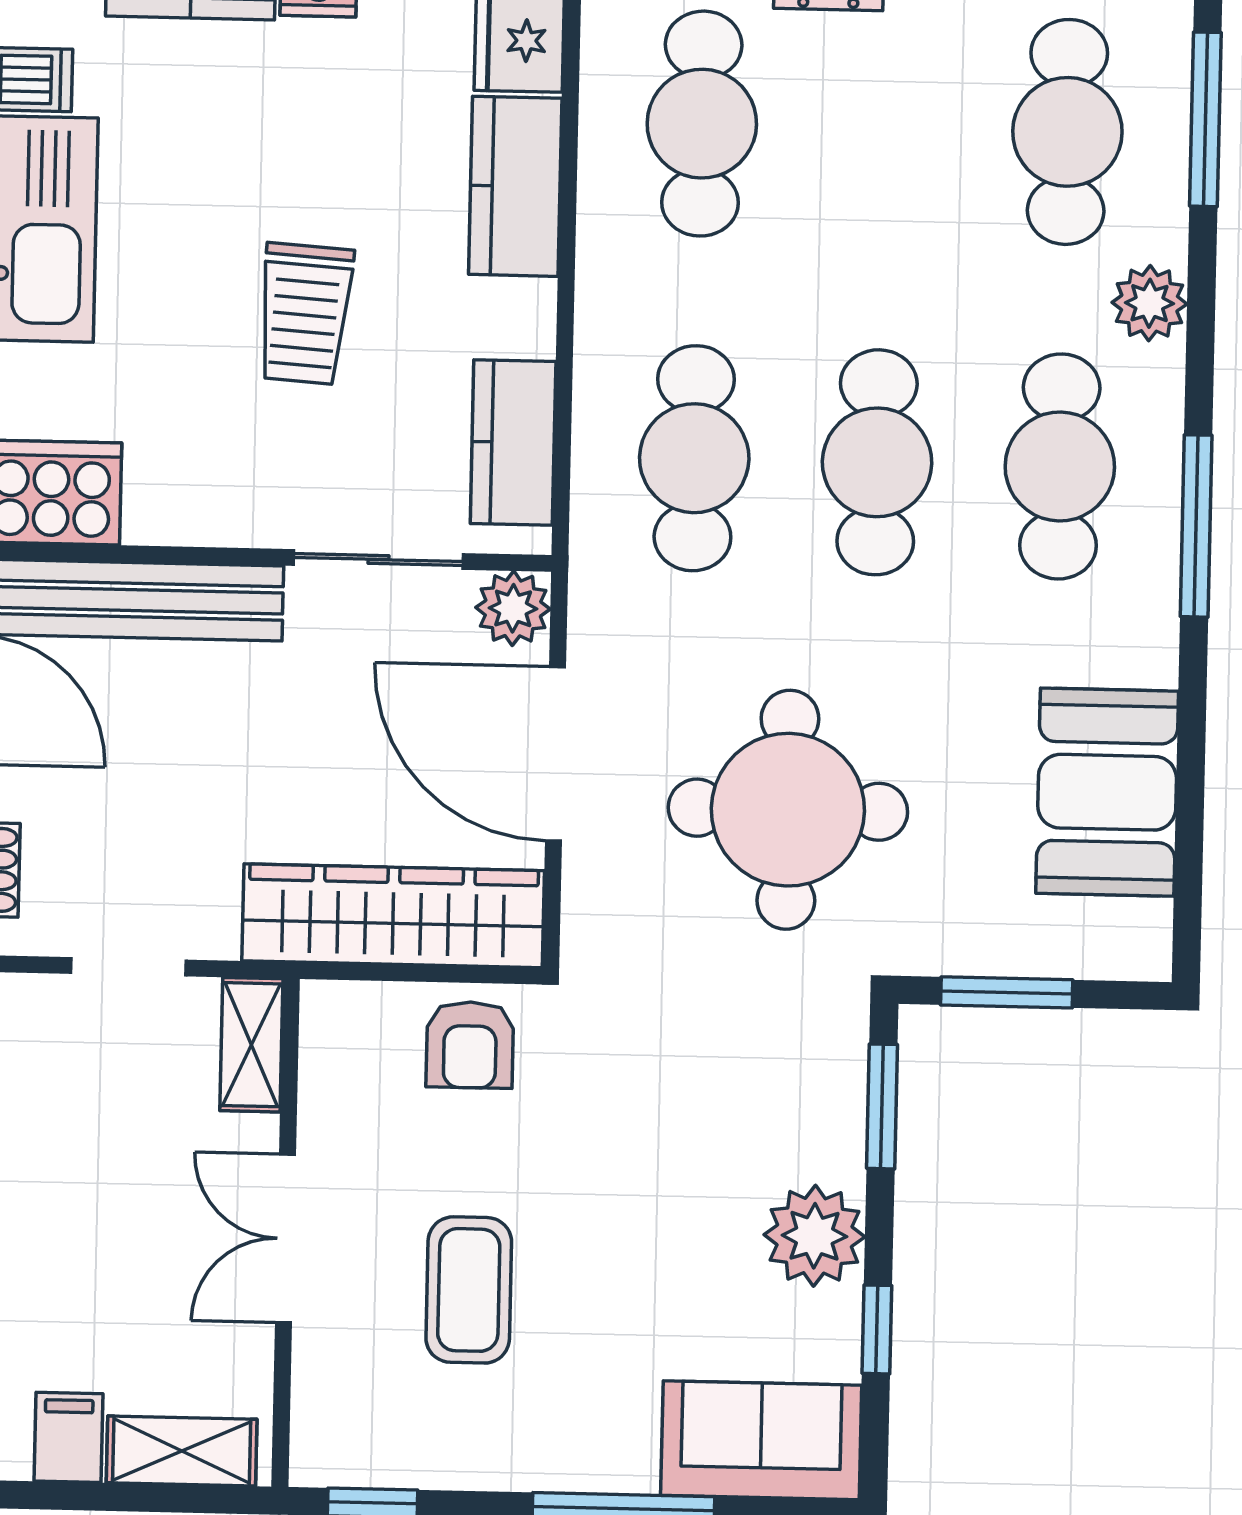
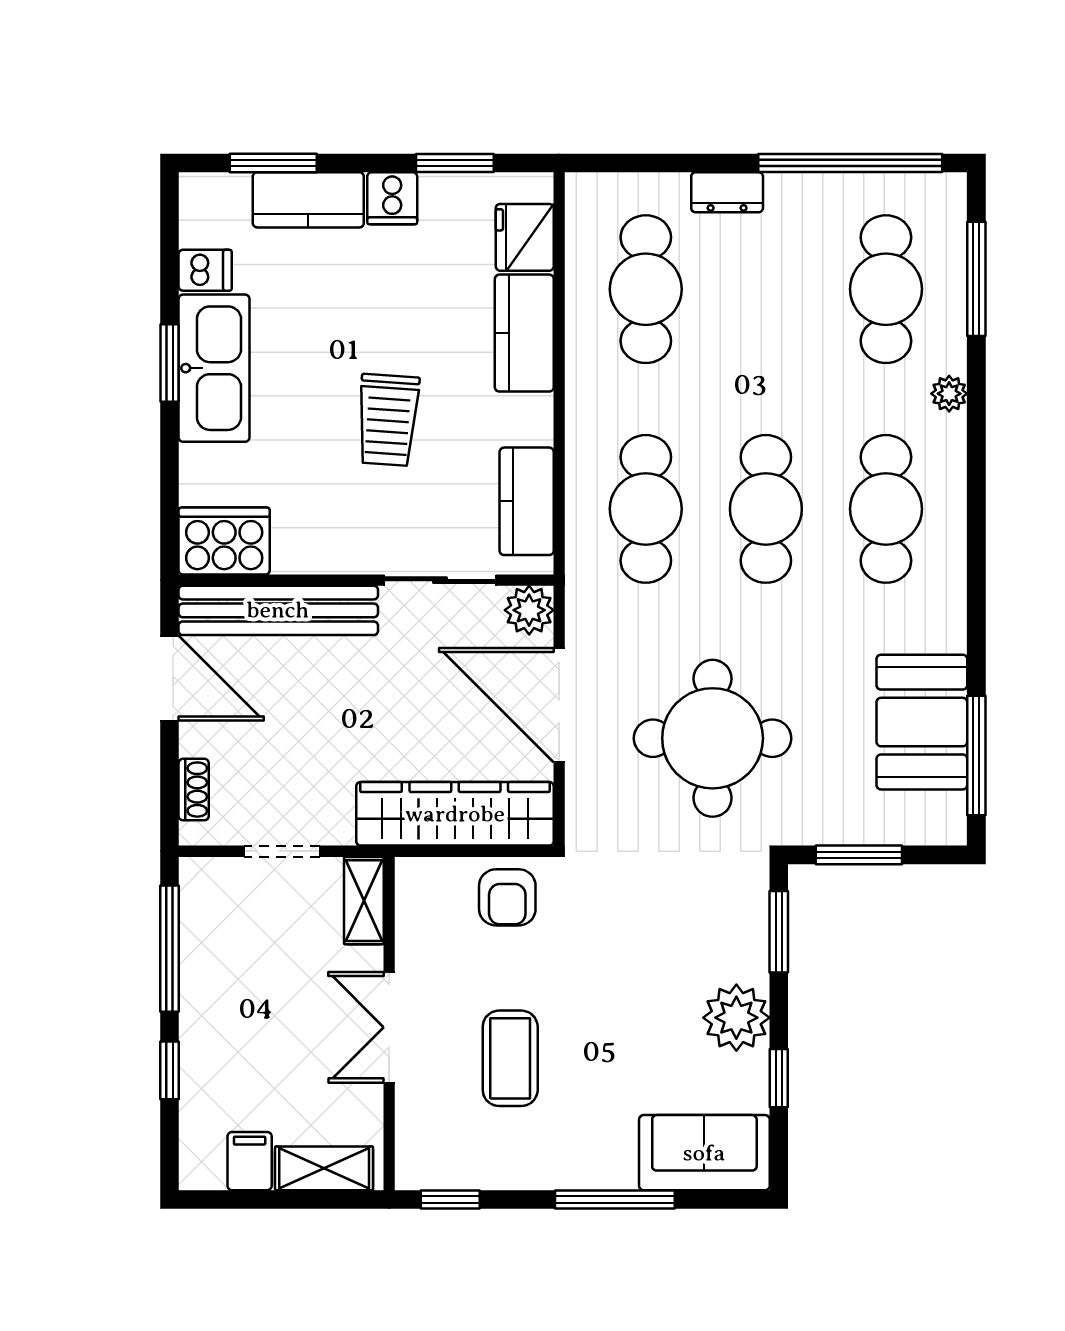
plant: (1149, 303) -> (949, 394), width x0.73, depth x0.73
window: (1196, 526) -> (976, 756), moved

